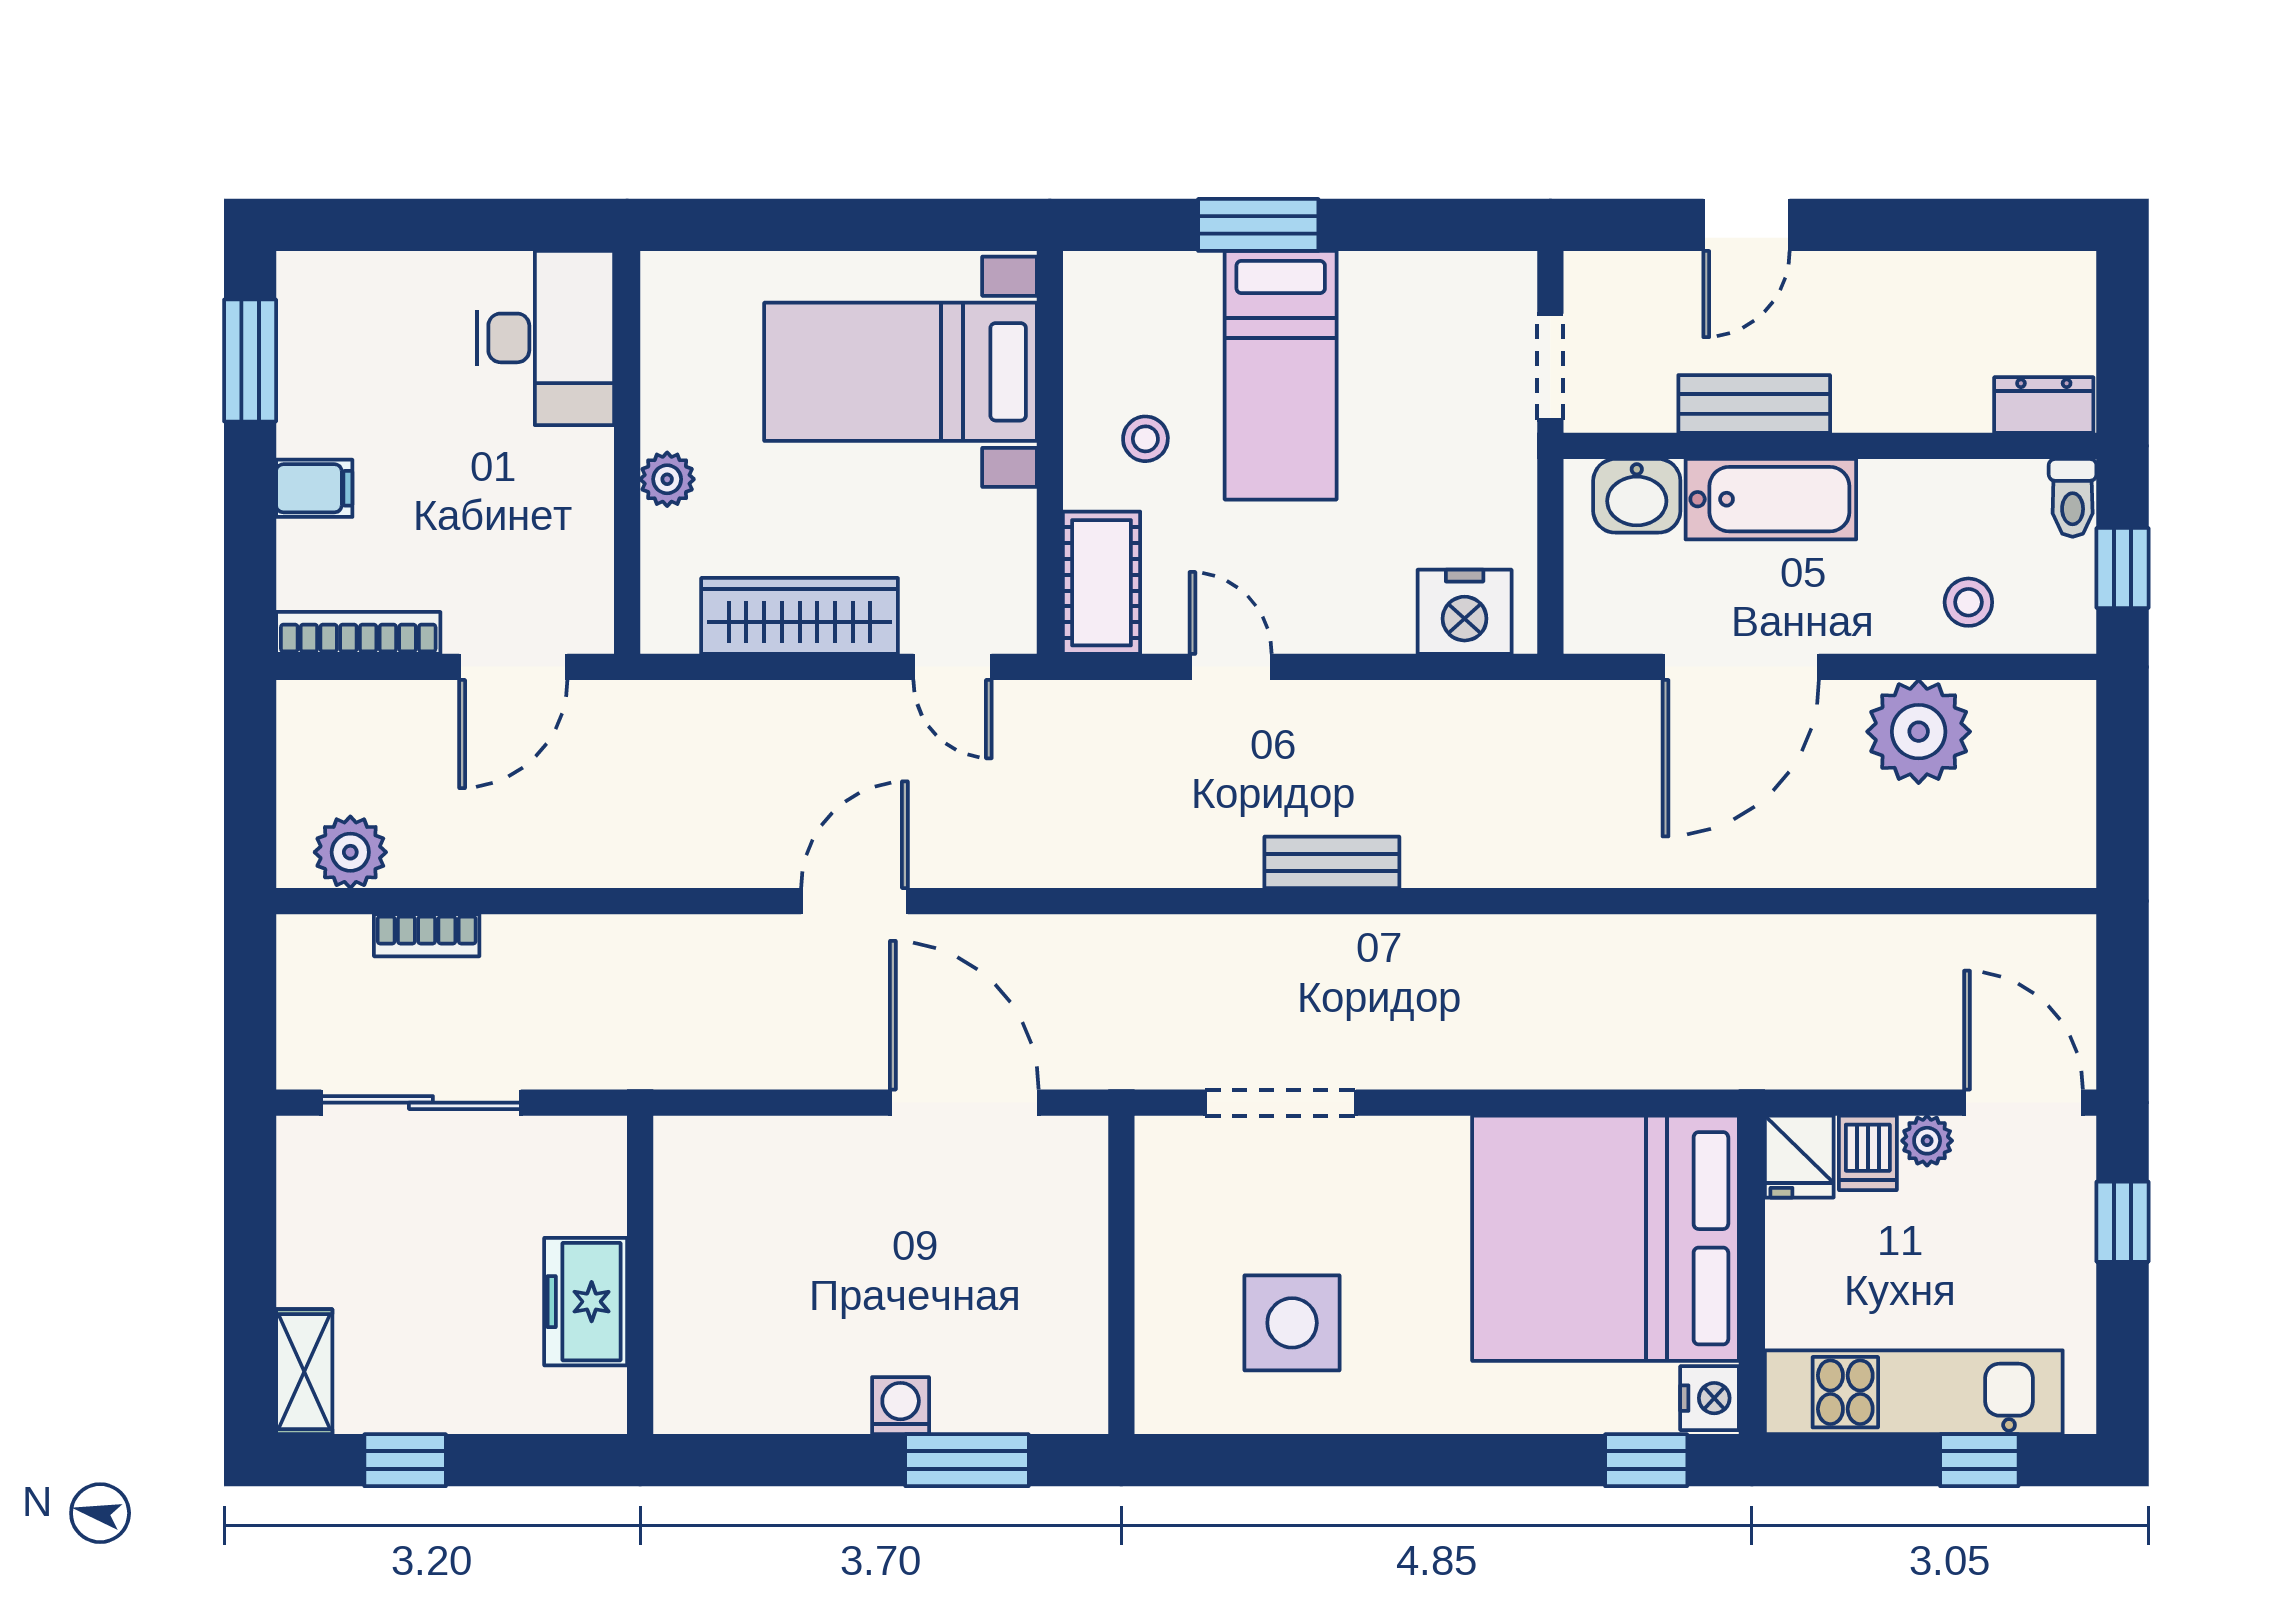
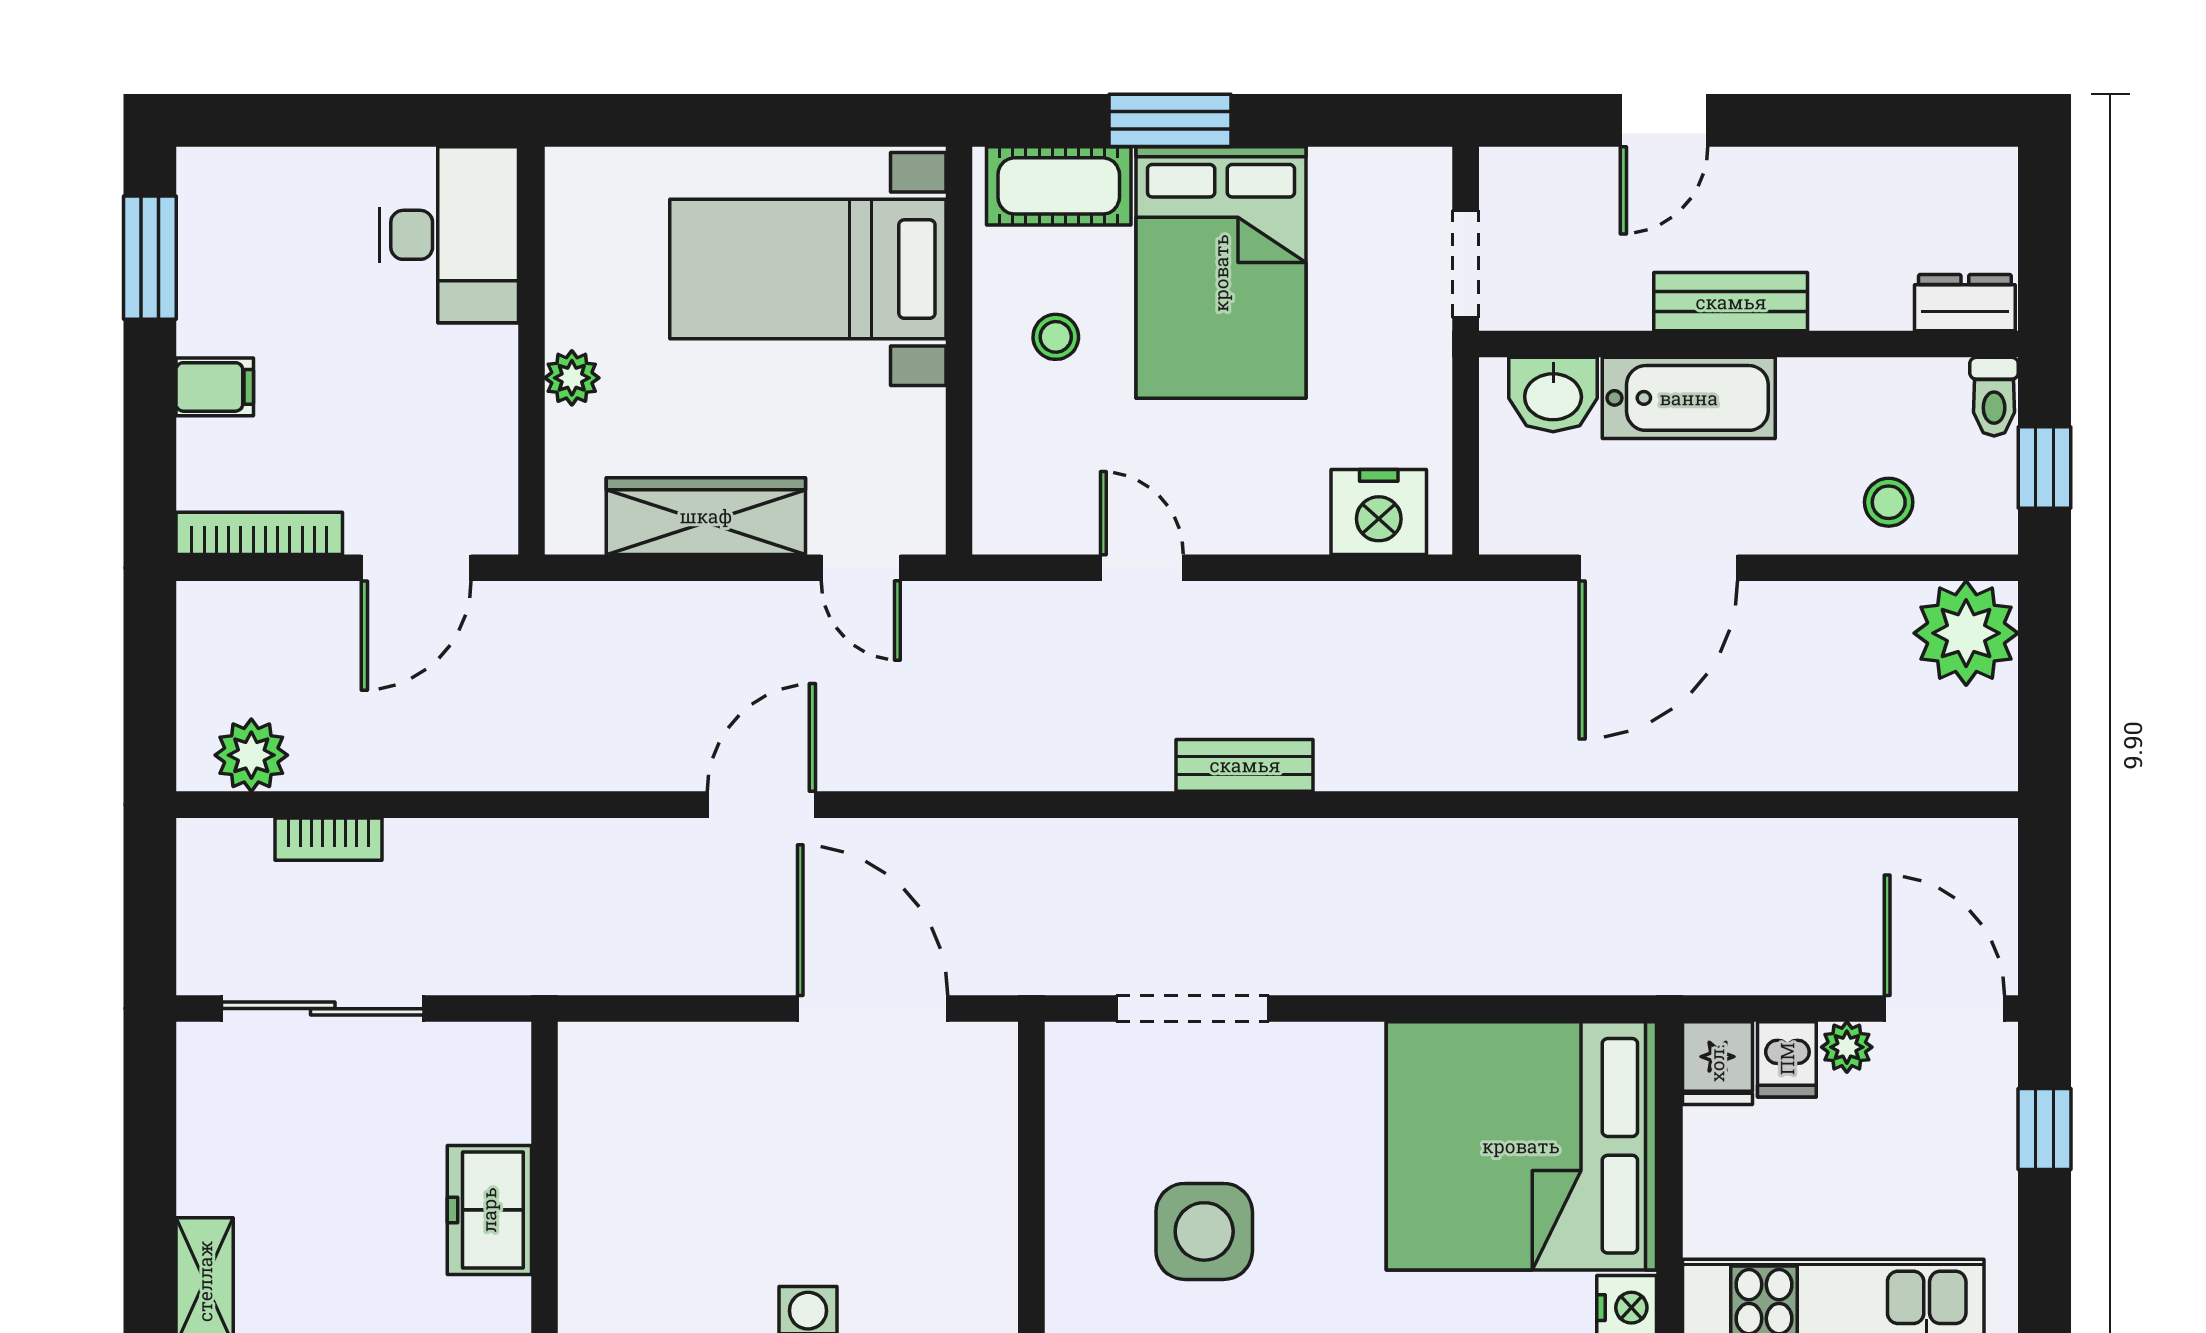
bed: (1281, 375) -> (1221, 273), width x1.50
bench: (1754, 404) -> (1731, 302), moved
cot: (1102, 583) -> (1059, 186), moved, turned 90
plant: (1919, 732) -> (1966, 633), moved

